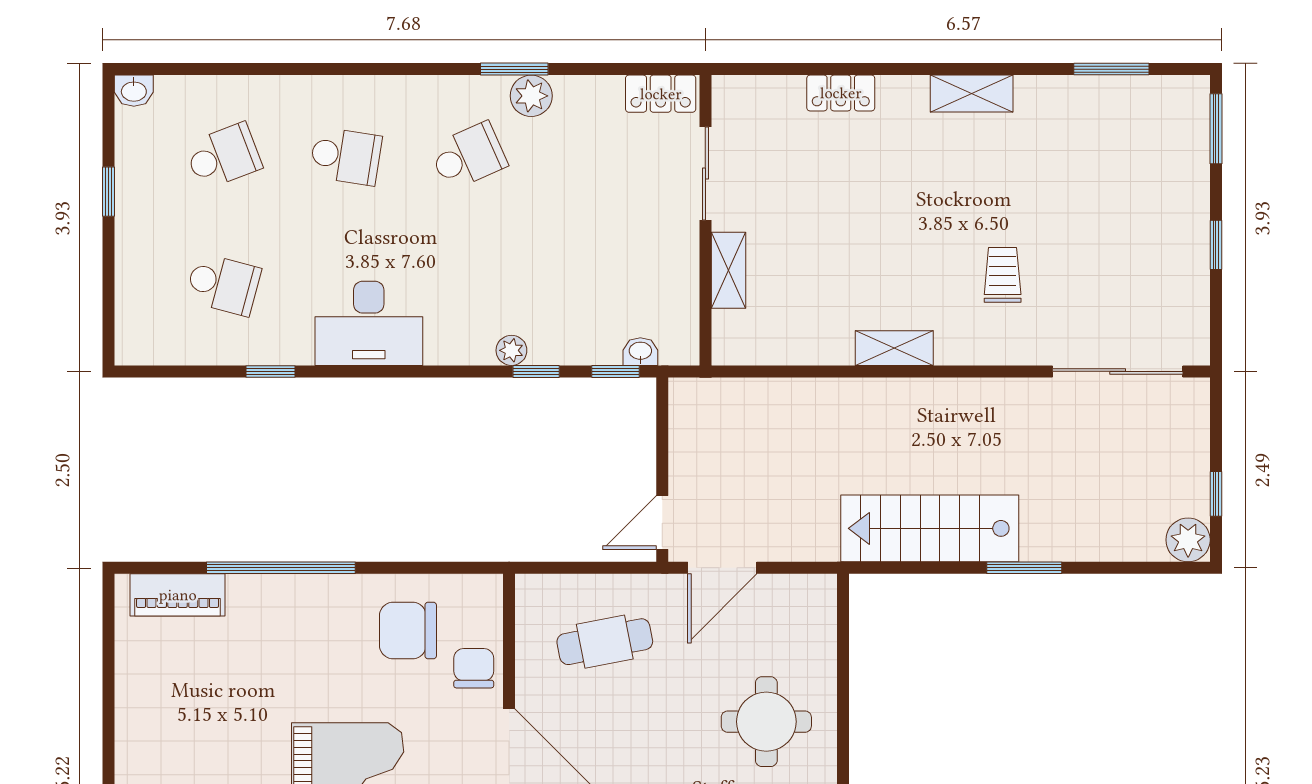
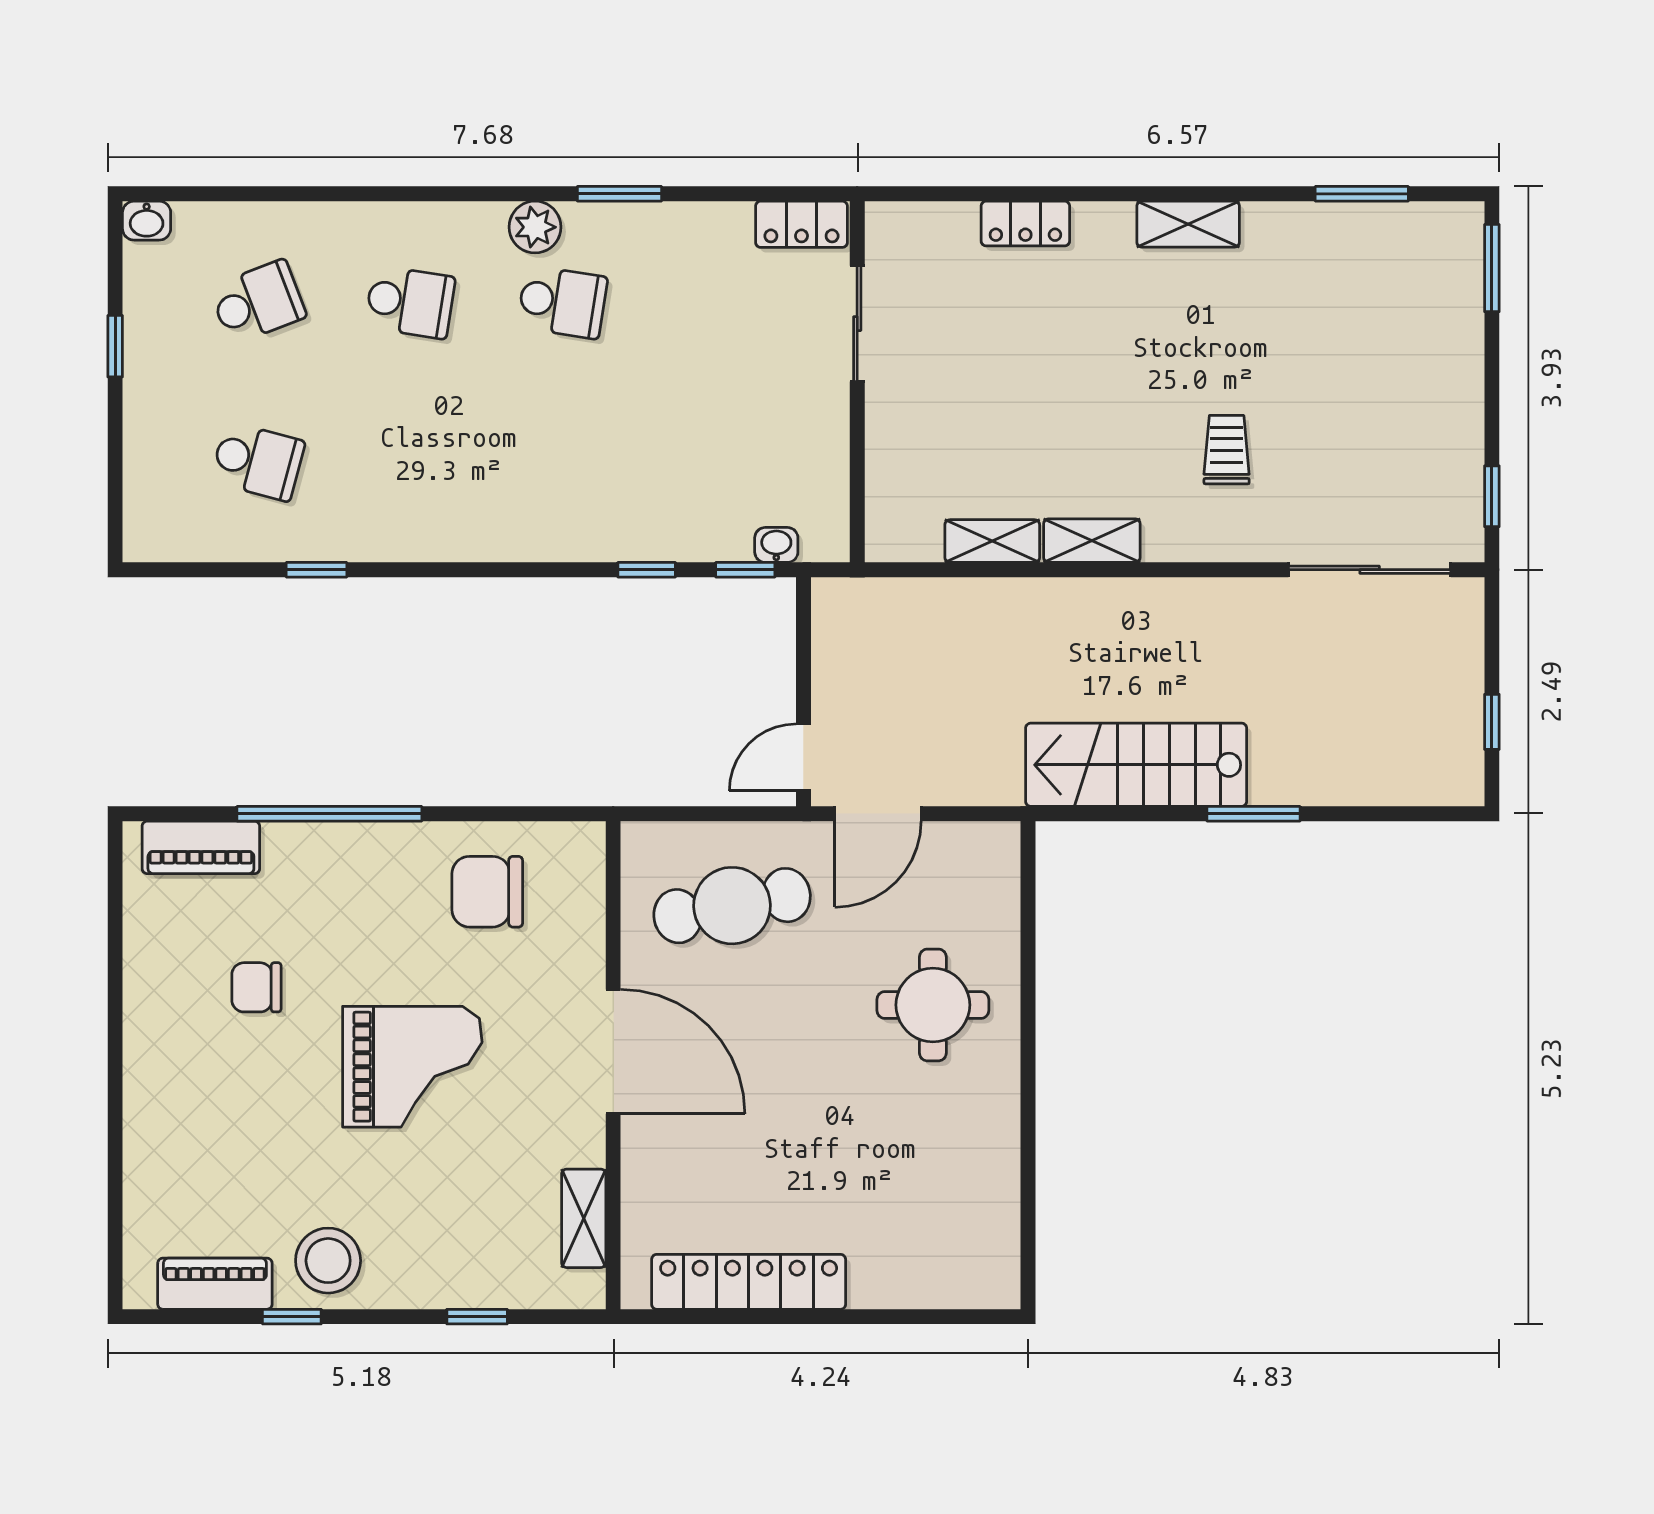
plant: (531, 96) -> (535, 227), moved
school desk: (468, 156) -> (562, 302), turned 33
window: (1216, 245) -> (1492, 496), moved
shelving: (729, 270) -> (992, 541), moved, turned 90
desk: (369, 323) -> (439, 510), removed
plant: (511, 350) -> (616, 543), removed
plant: (1188, 540) -> (1457, 779), removed
cafe table: (605, 642) -> (732, 906), width x1.37, depth x1.35
chair: (474, 668) -> (256, 987), moved, turned -90

